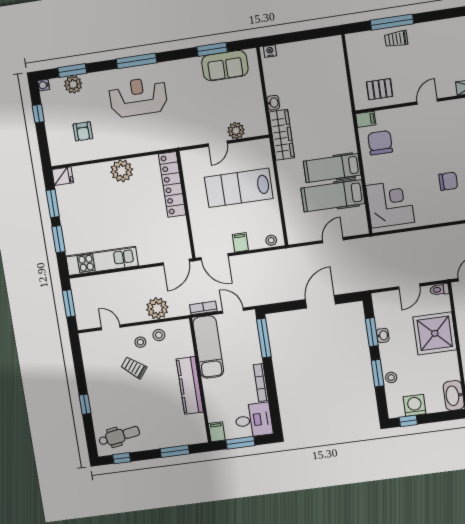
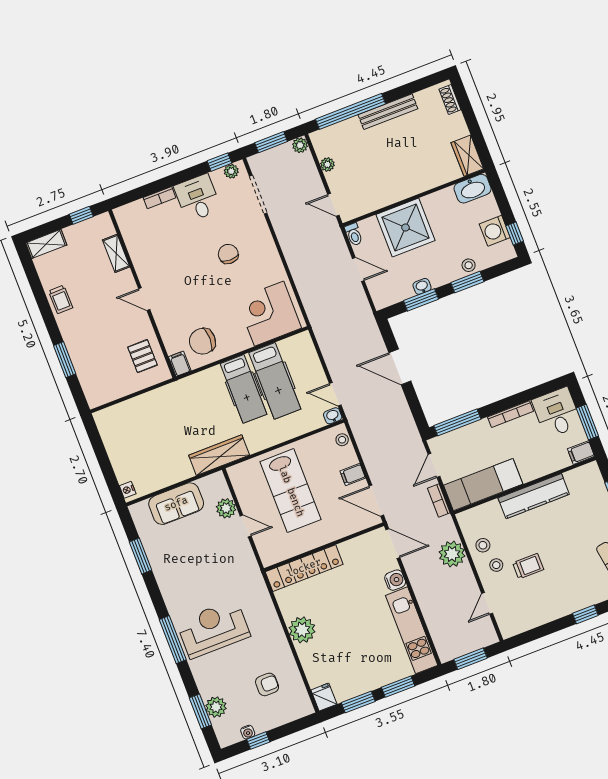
window: (392, 22) -> (65, 360), width x0.69
trolley: (396, 39) -> (61, 299), moved
sofa: (225, 66) -> (176, 504), moved, turned 90
water cooler: (44, 85) -> (248, 732), moved
reception desk: (138, 97) -> (213, 629), turned 90
washbasin: (273, 103) -> (333, 416), moved
door: (333, 240) -> (335, 394), moved
water cooler: (146, 257) -> (395, 580), added
door: (215, 257) -> (376, 501), swing flipped
trolley: (134, 368) -> (528, 566), turned -128

